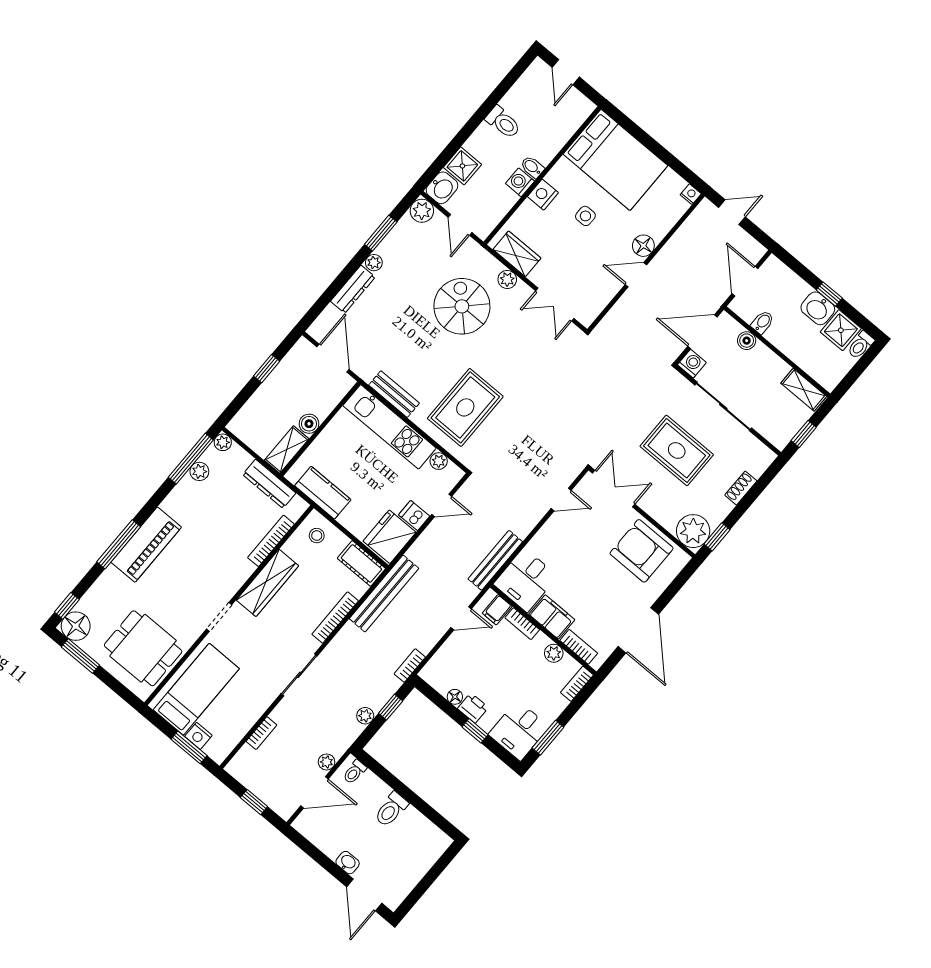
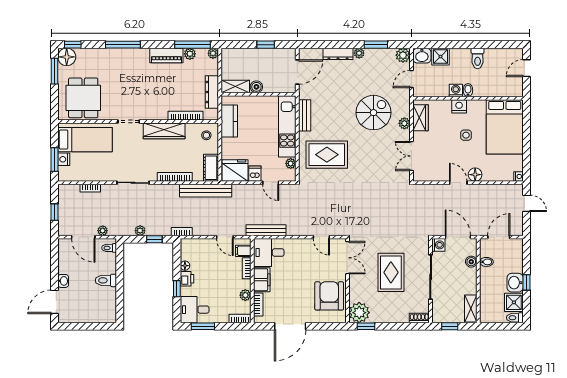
shoe rack: (741, 488) -> (419, 318), moved
piano: (146, 545) -> (166, 55), moved, width x0.73, depth x0.75

